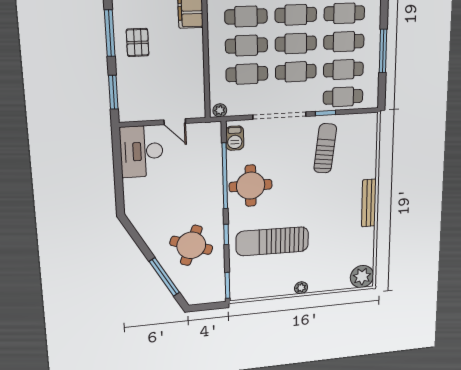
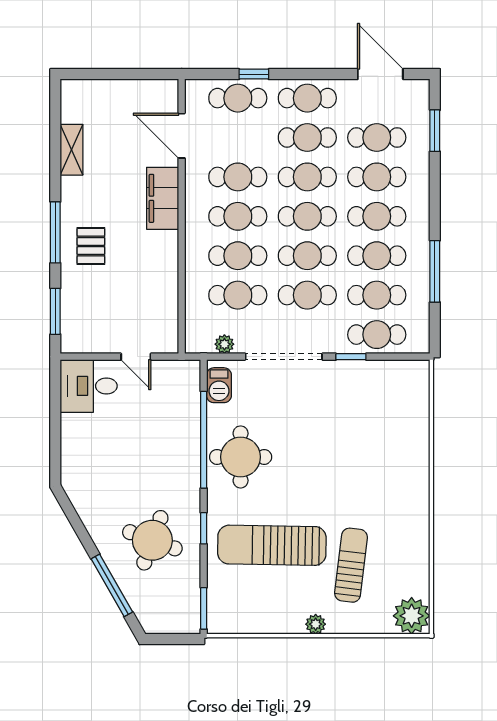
plant: (220, 110) -> (224, 344), moved
sun lounger: (325, 148) -> (351, 565), moved
desk: (142, 151) -> (89, 386), width x0.73
bench: (369, 203) -> (420, 498), removed

